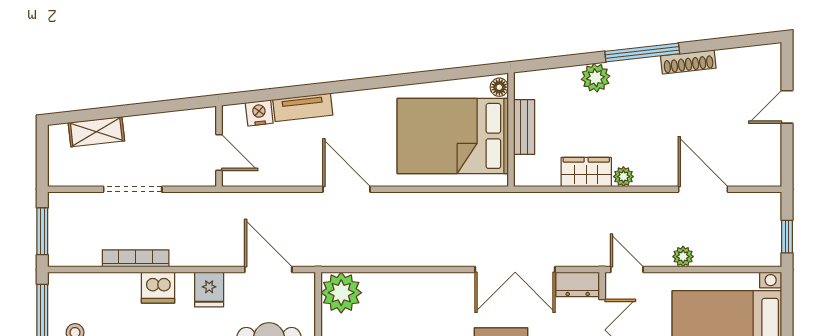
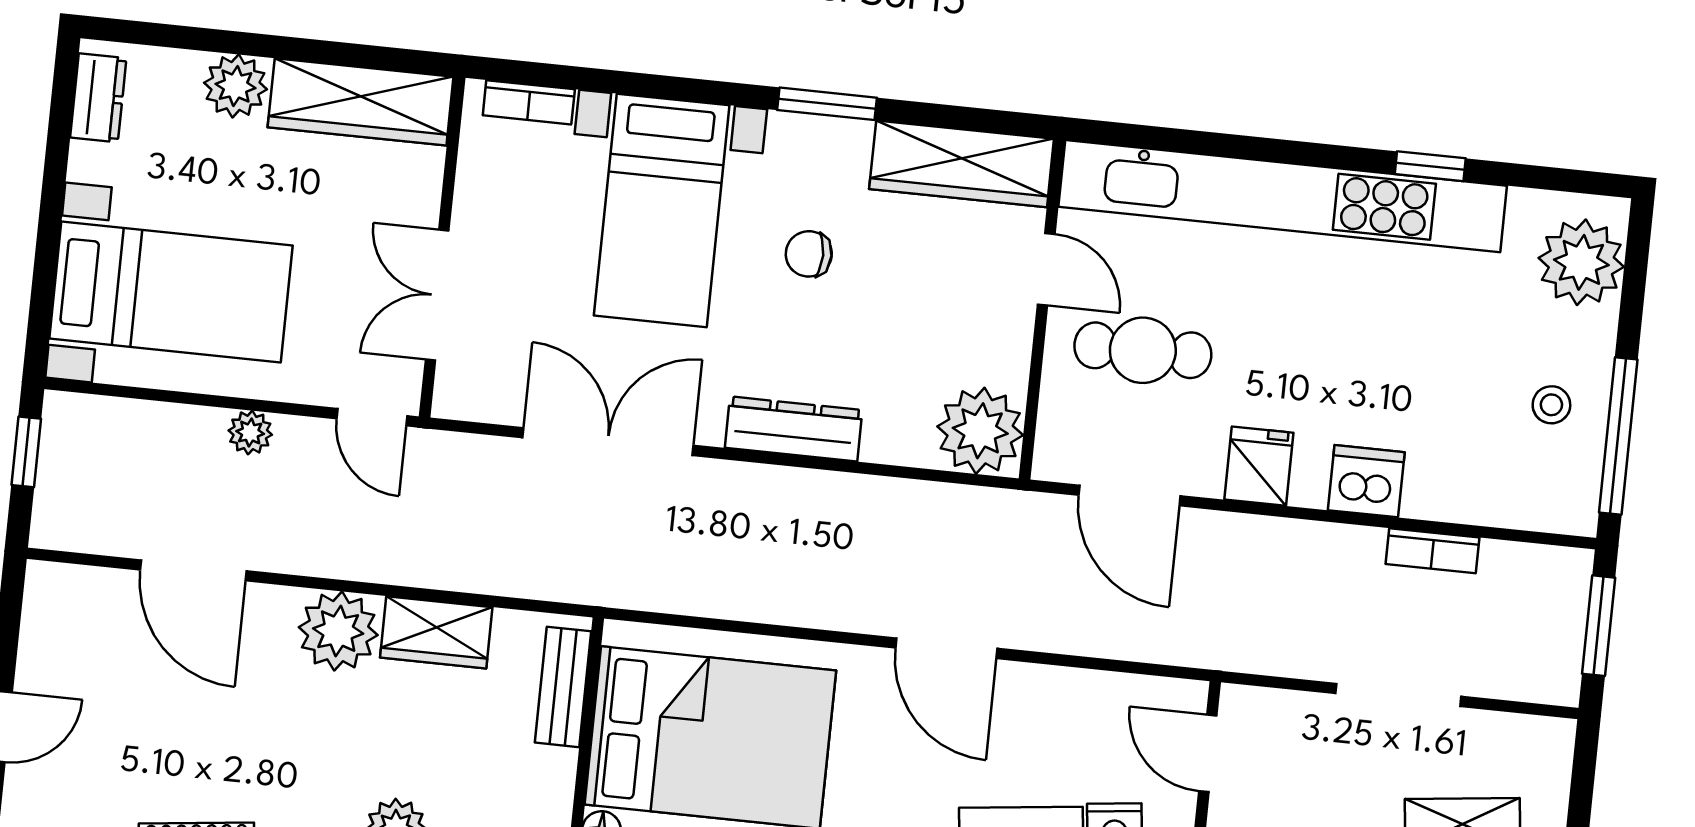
bench: (524, 127) -> (563, 687), moved
plant: (623, 177) -> (338, 631), width x1.87, depth x1.87
bookcase: (136, 258) -> (1433, 551), width x0.64
dresser: (578, 284) -> (794, 429), moved, width x1.44

